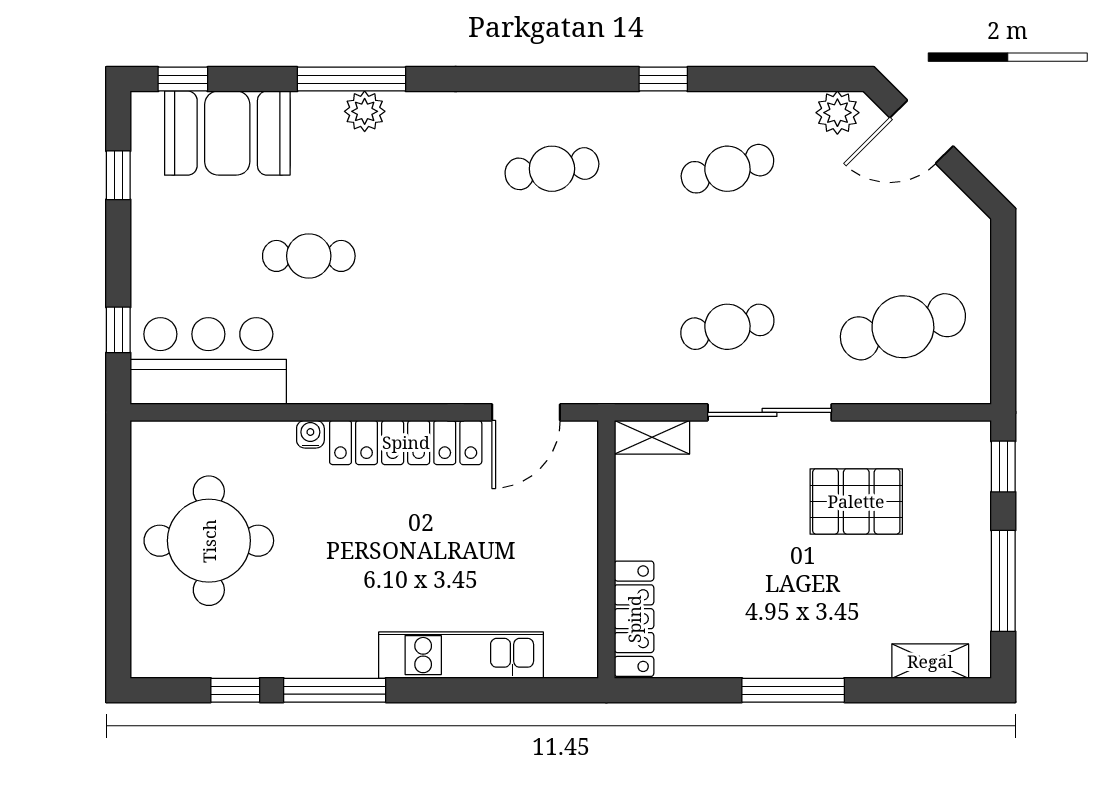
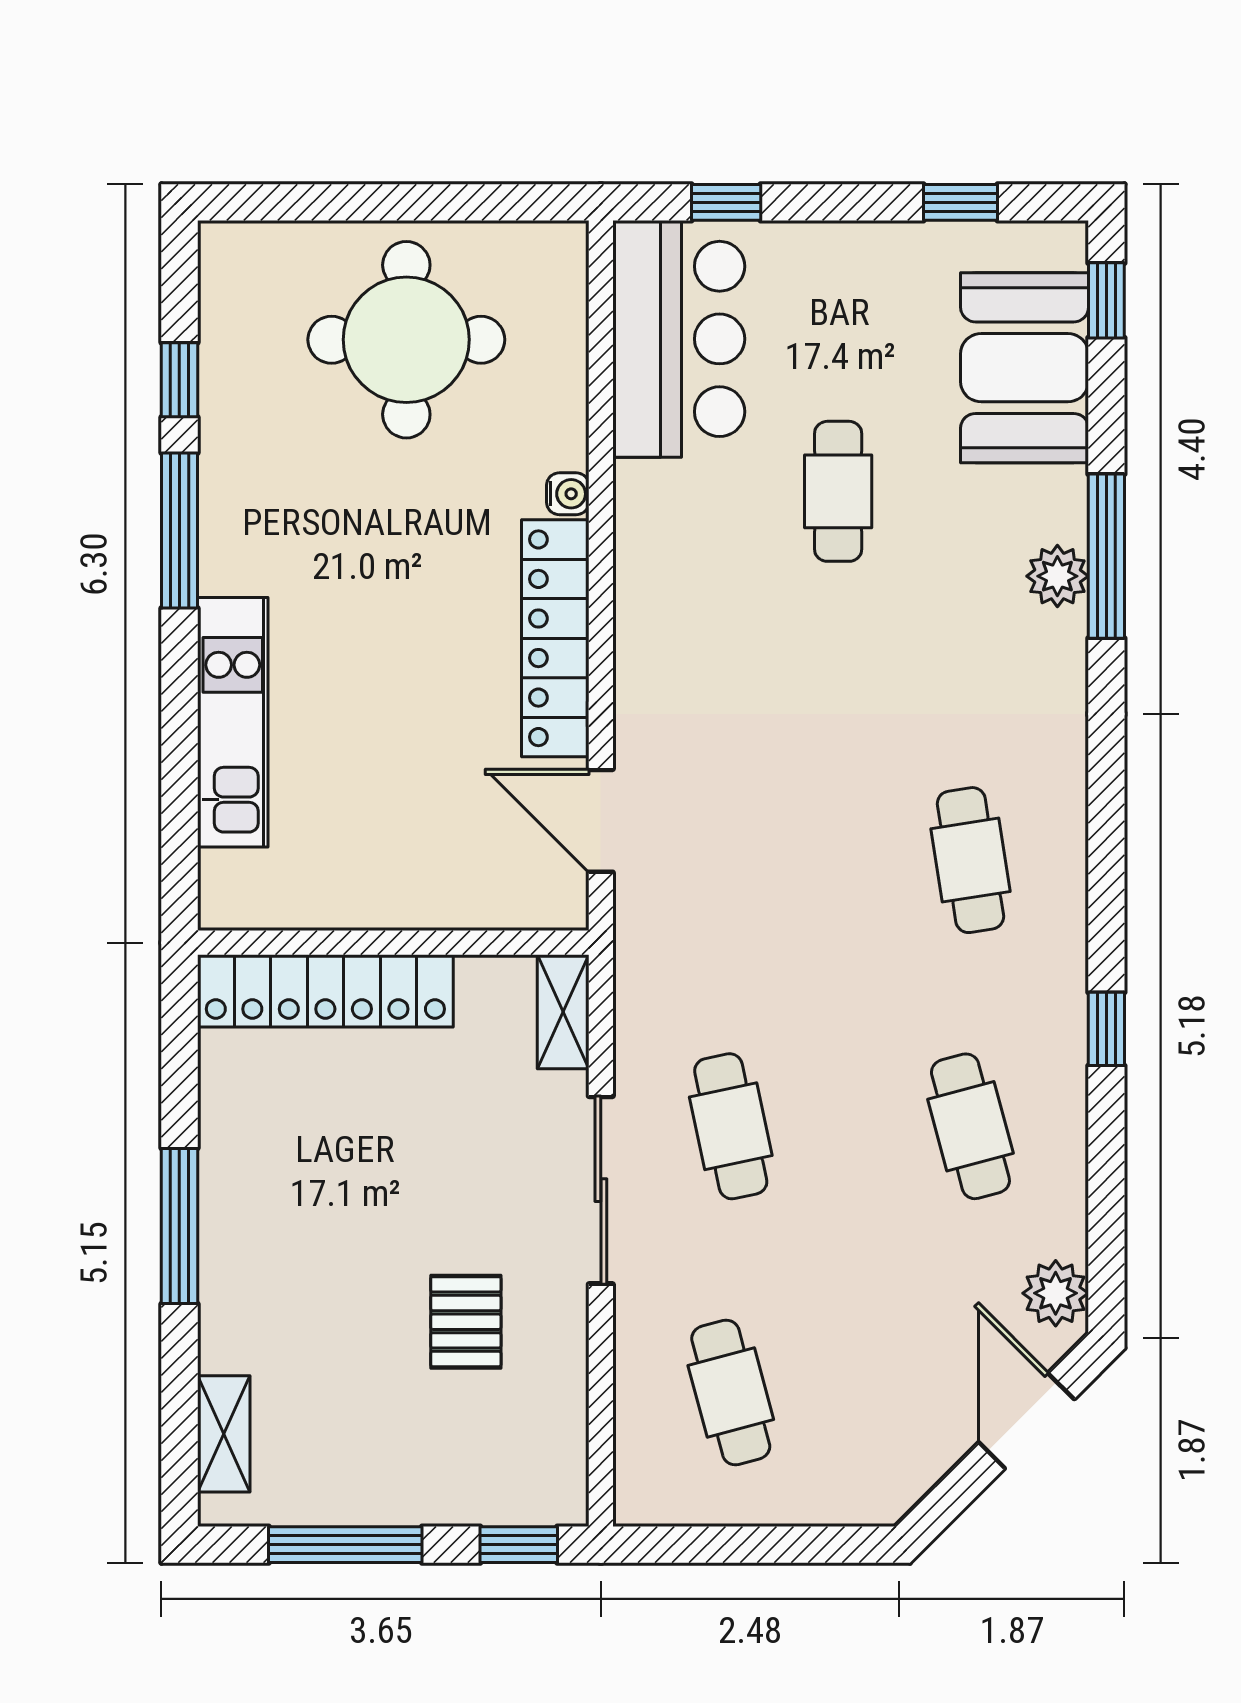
cafe table: (903, 327) -> (731, 1392), width x0.73, depth x0.74
pallet: (856, 501) -> (466, 1322), width x0.67, depth x0.71
locker: (634, 619) -> (325, 991), width x1.41, depth x1.21

